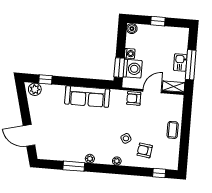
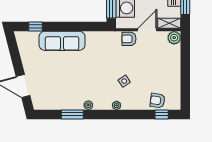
plant: (35, 89) -> (174, 38), moved
sofa: (87, 97) -> (62, 41), moved
coffee table: (173, 130) -> (172, 68), removed
armchair: (145, 150) -> (158, 101), moved

